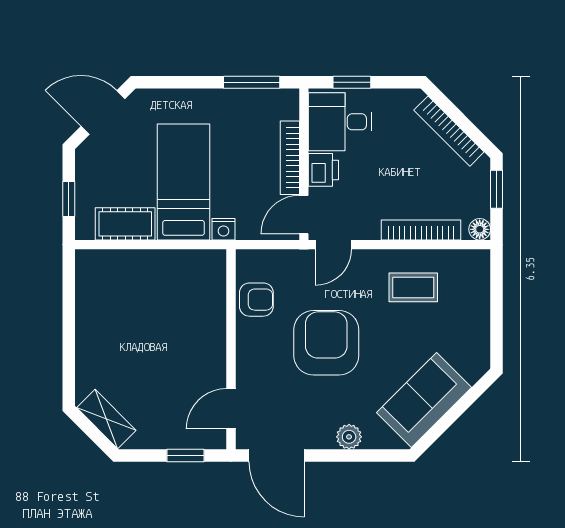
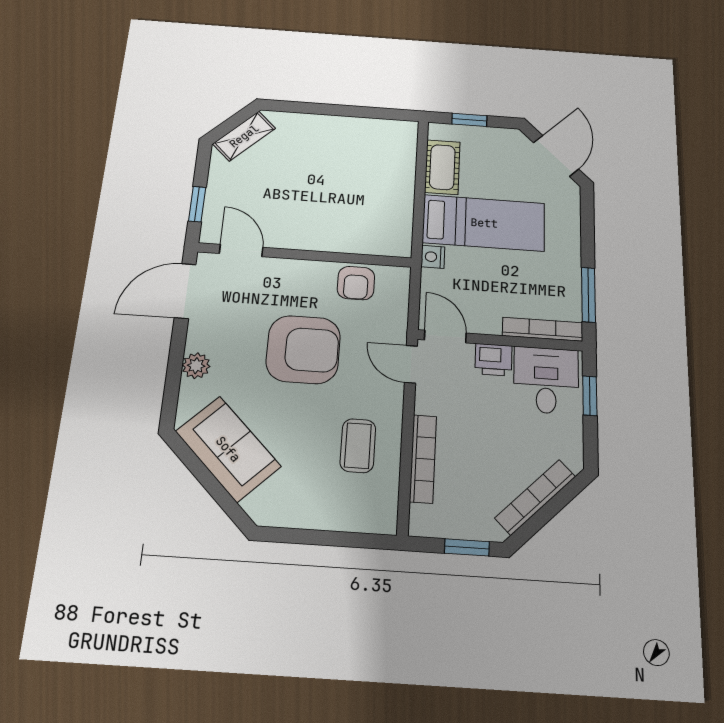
bookcase: (290, 158) -> (543, 329), moved
floor lamp: (480, 229) -> (421, 525), removed

